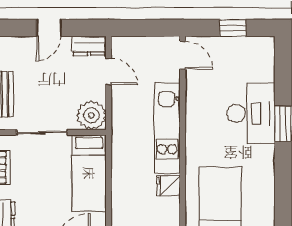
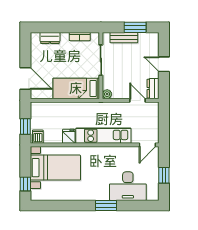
door: (109, 72) -> (138, 100), swing flipped
desk: (251, 113) -> (128, 186), moved
plant: (92, 115) -> (107, 94), width x0.53, depth x0.53

